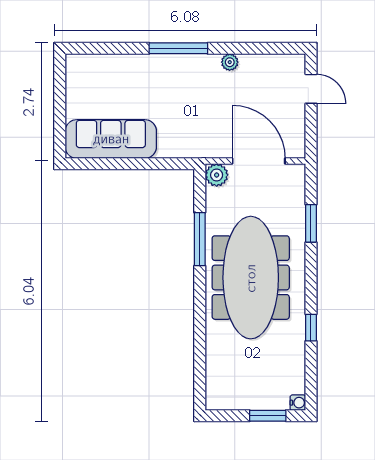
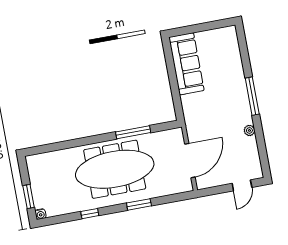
plant: (217, 175) -> (176, 135), removed
window: (311, 223) -> (139, 204), moved

